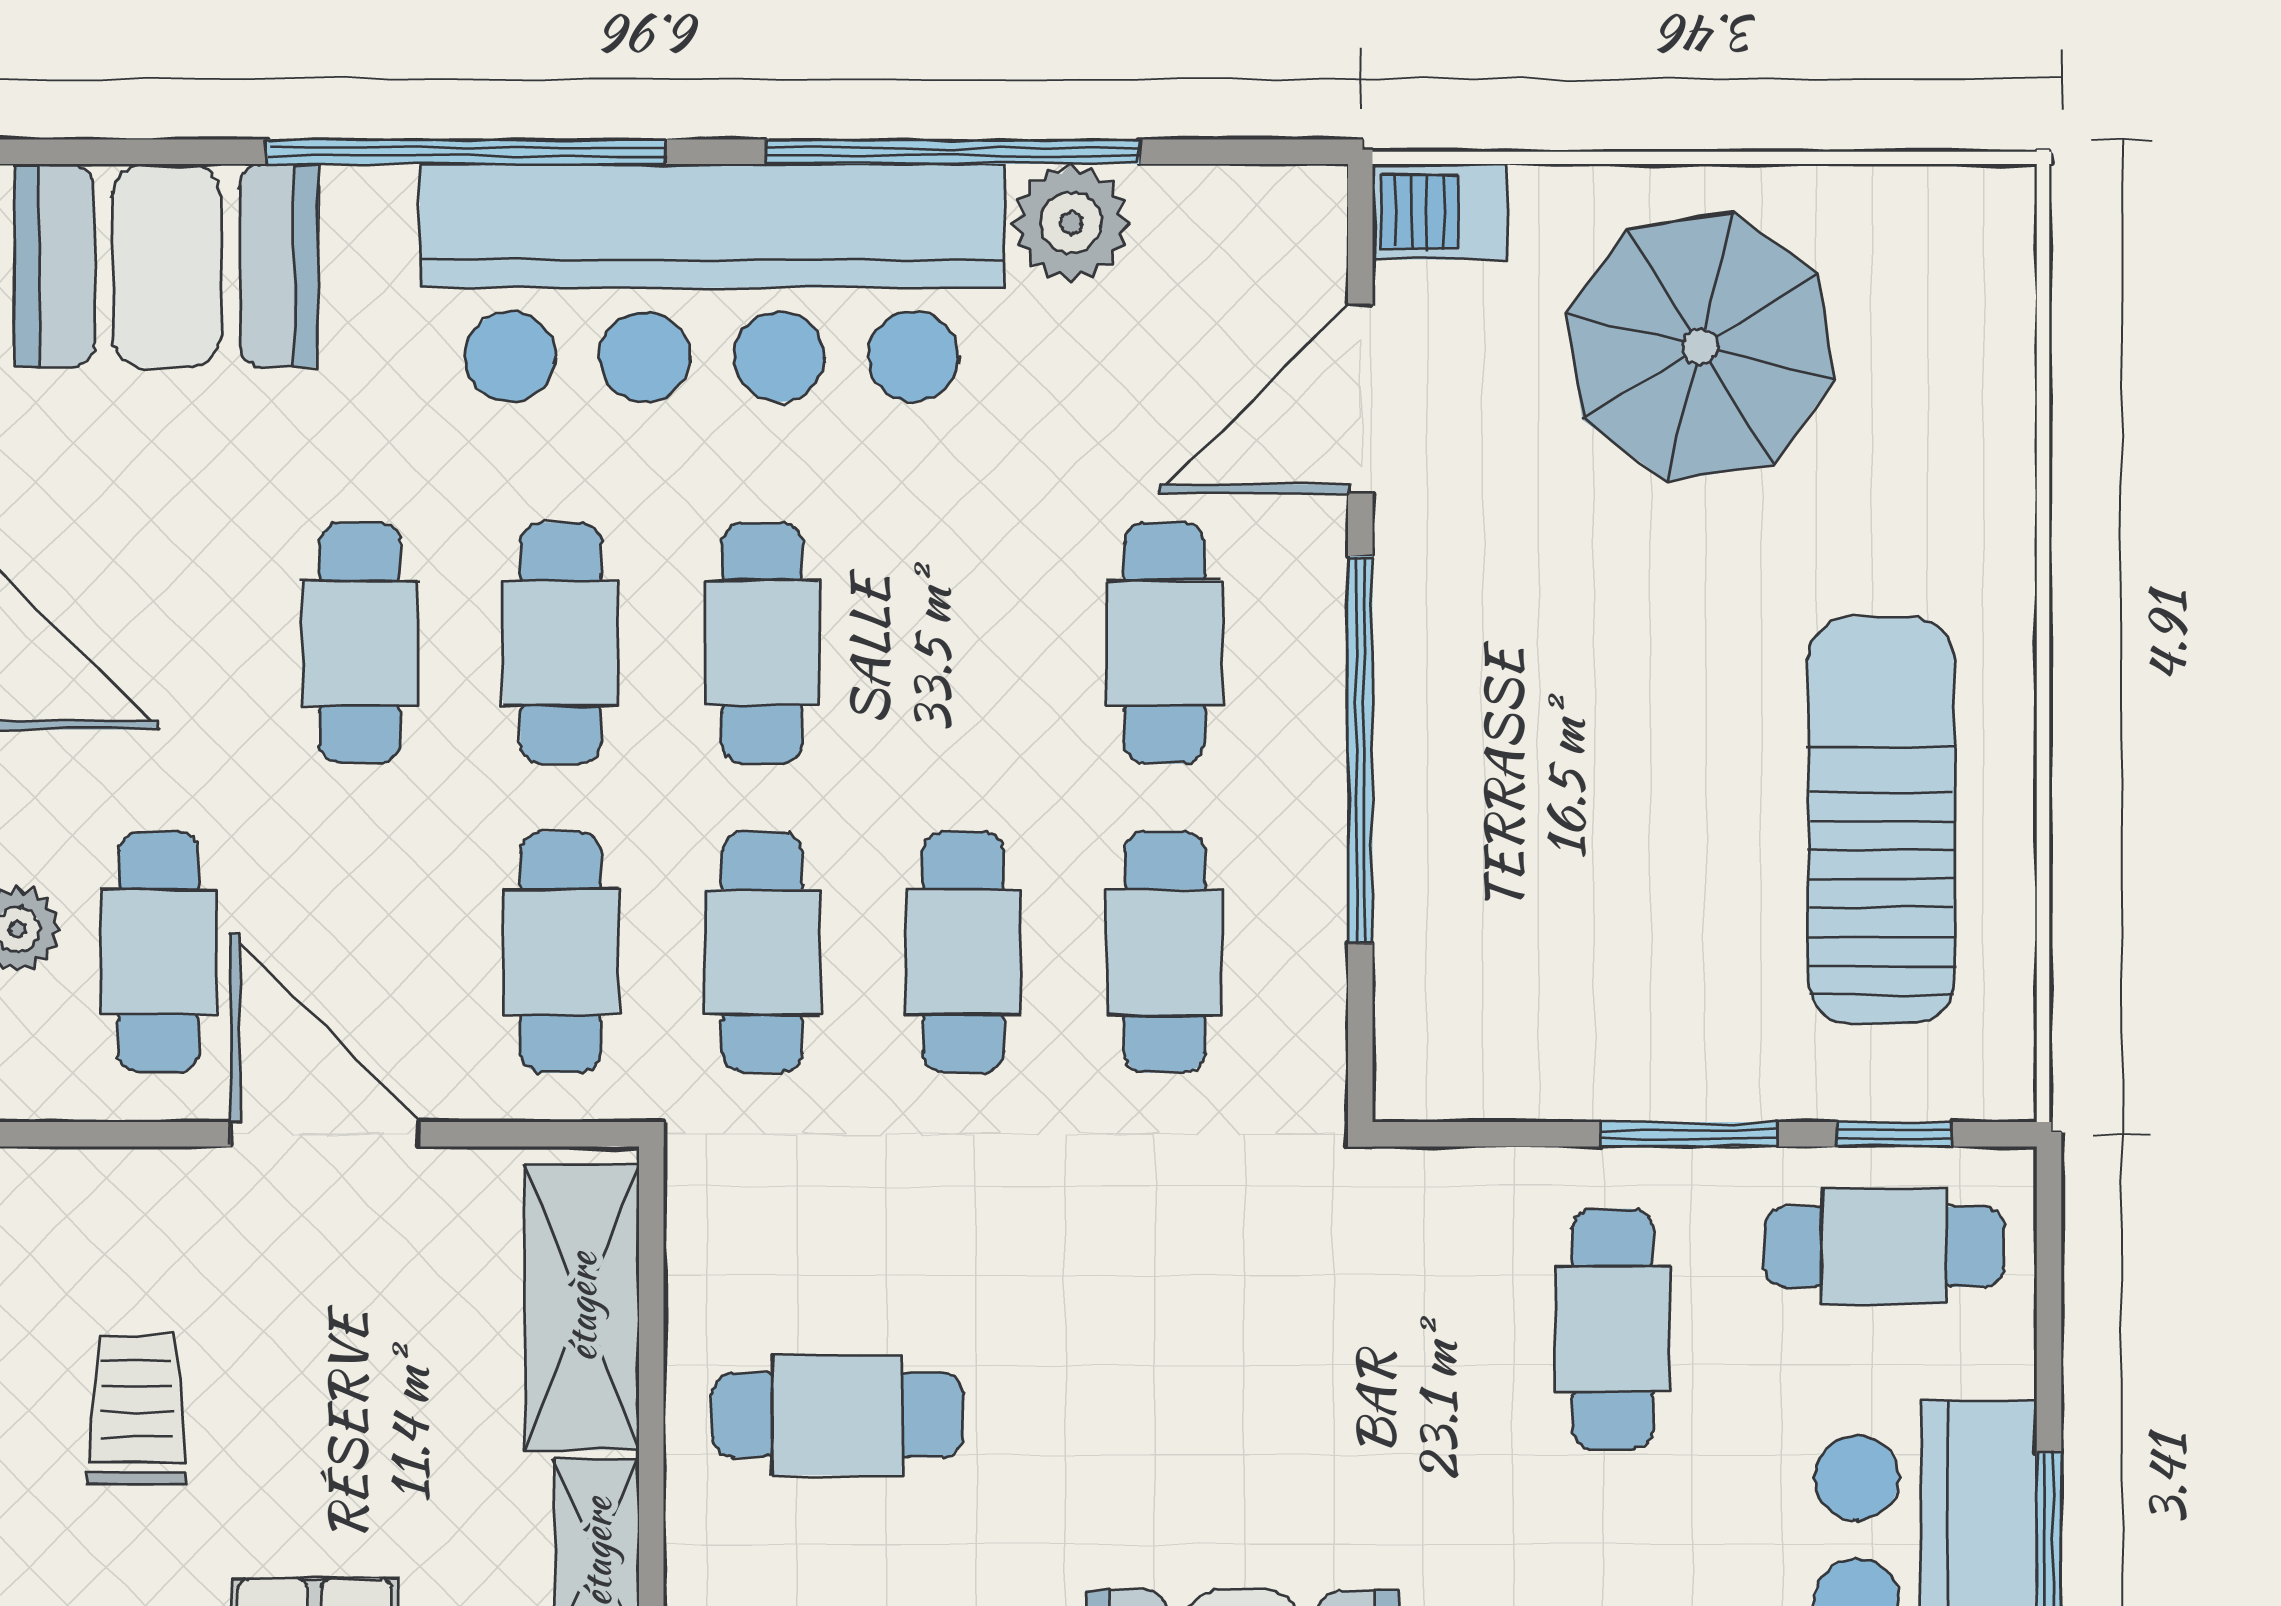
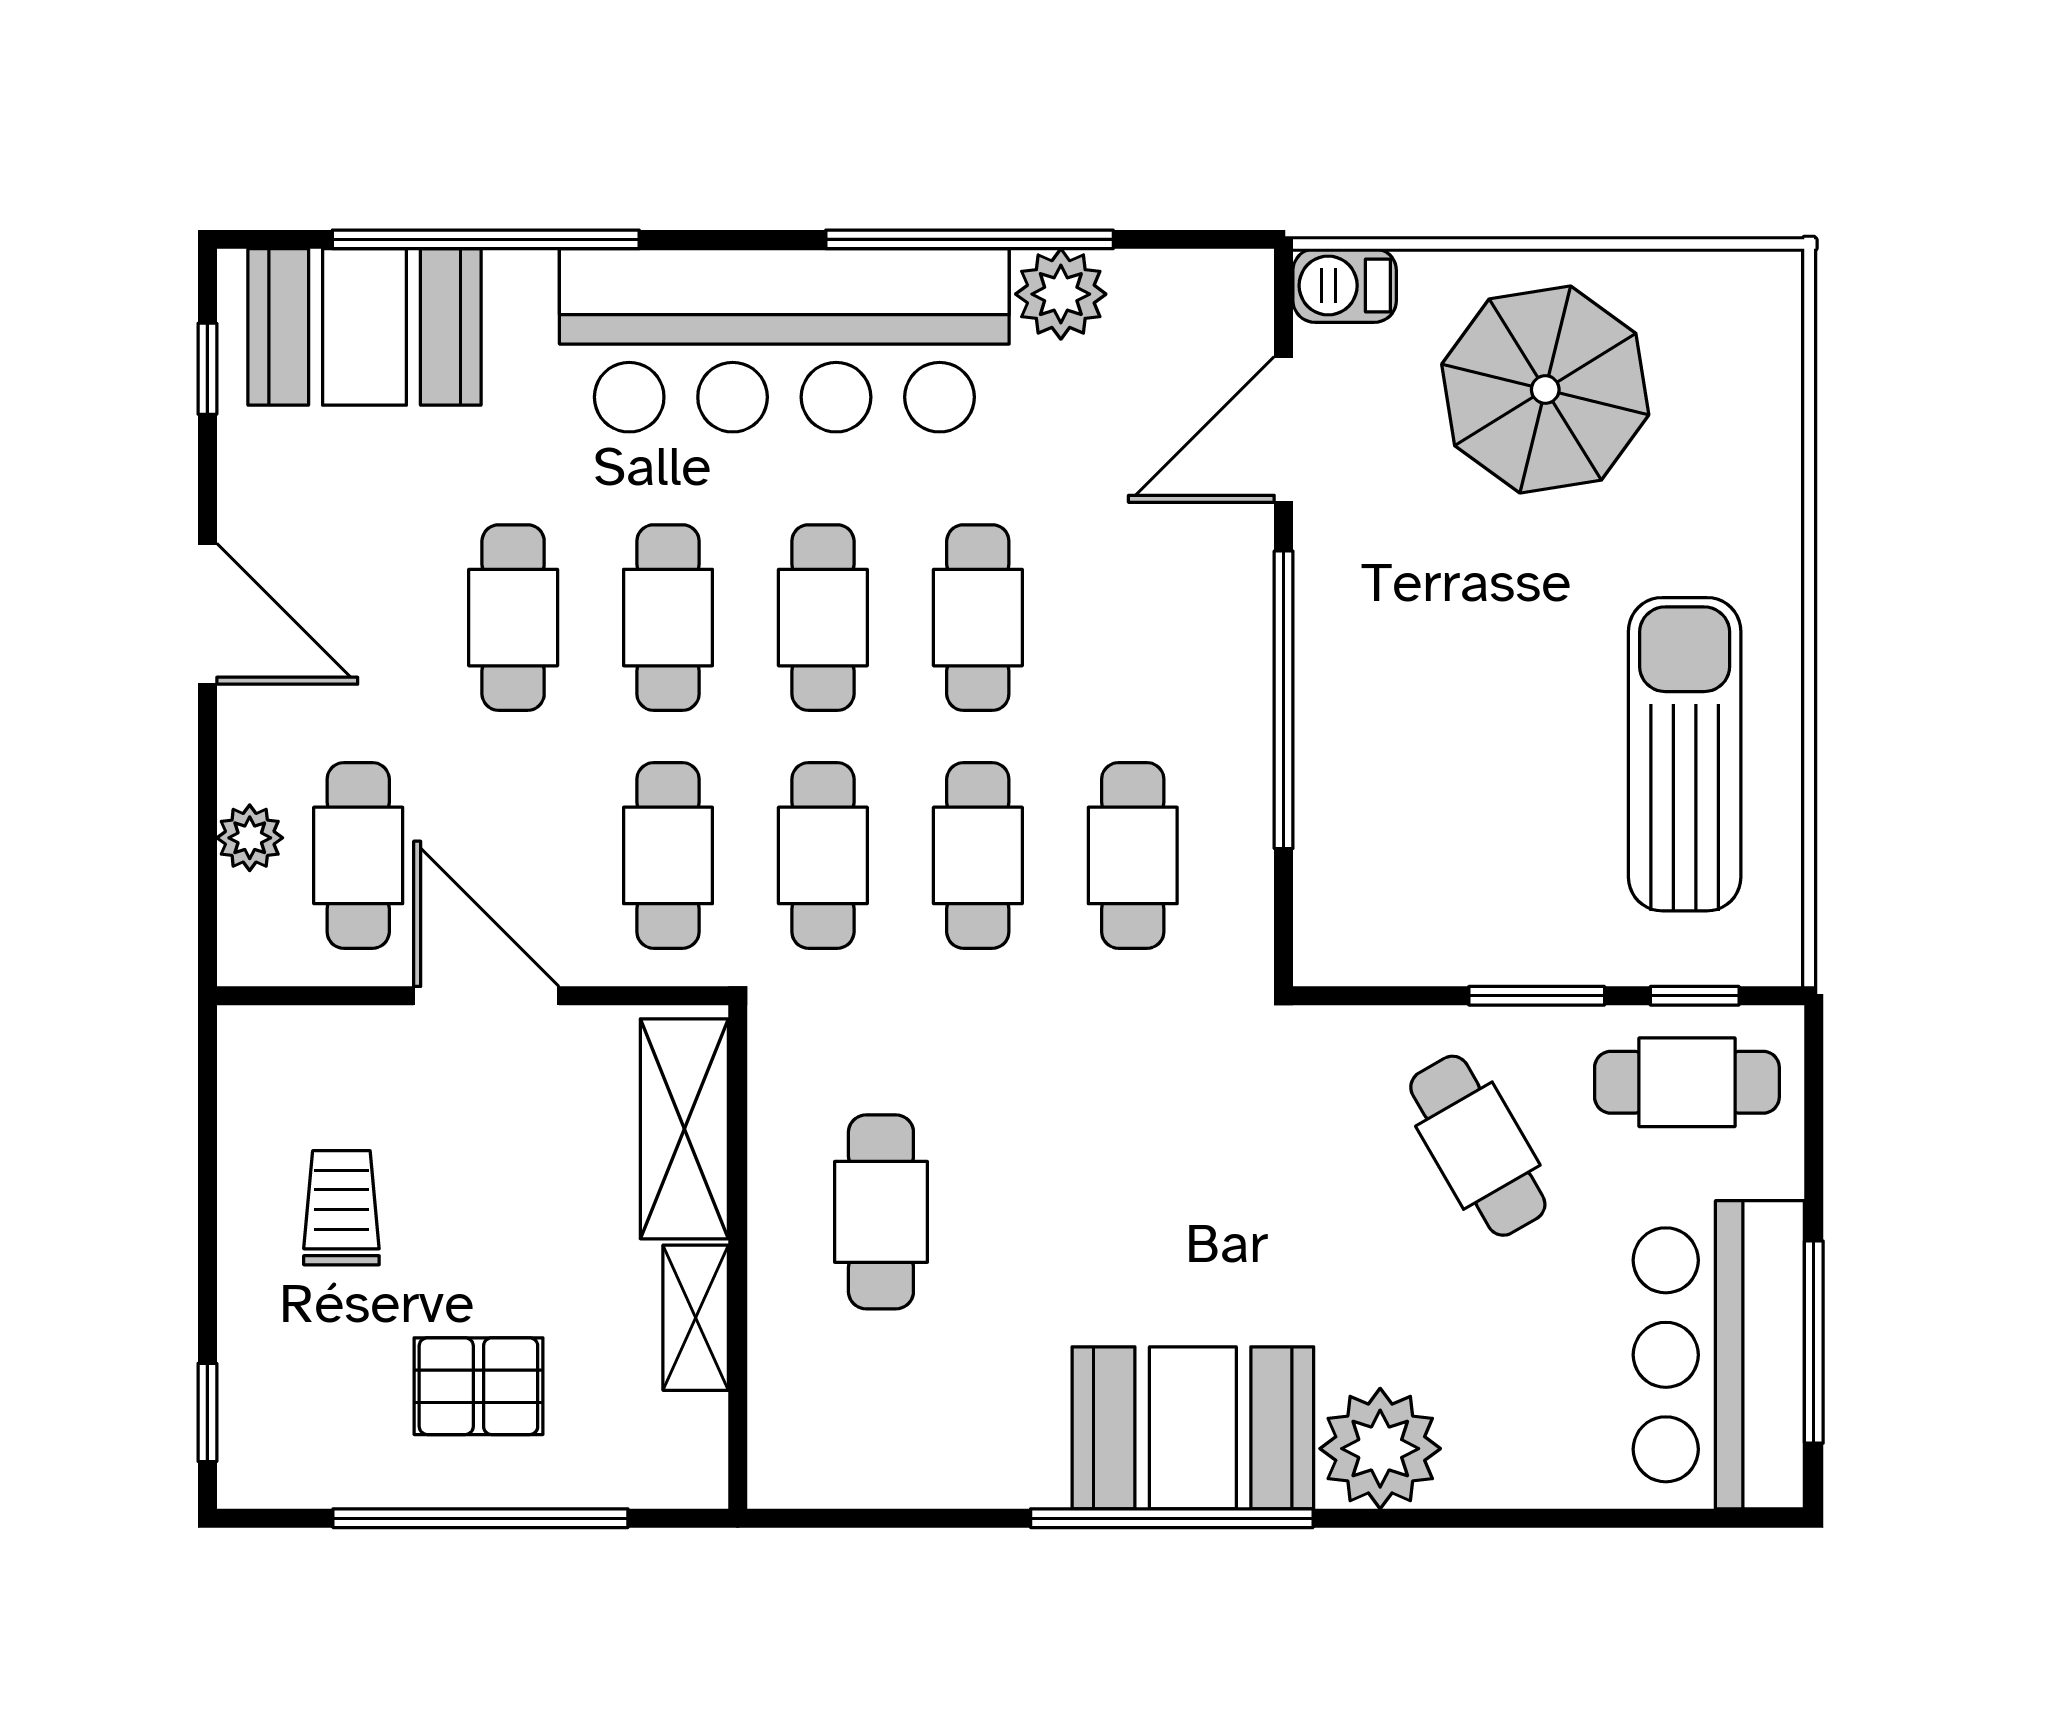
window: (466, 152) -> (486, 239), moved
cafe table: (1164, 643) -> (978, 618), moved
cafe table: (1613, 1329) -> (1478, 1146), turned -30
cafe table: (837, 1415) -> (881, 1212), turned 90

